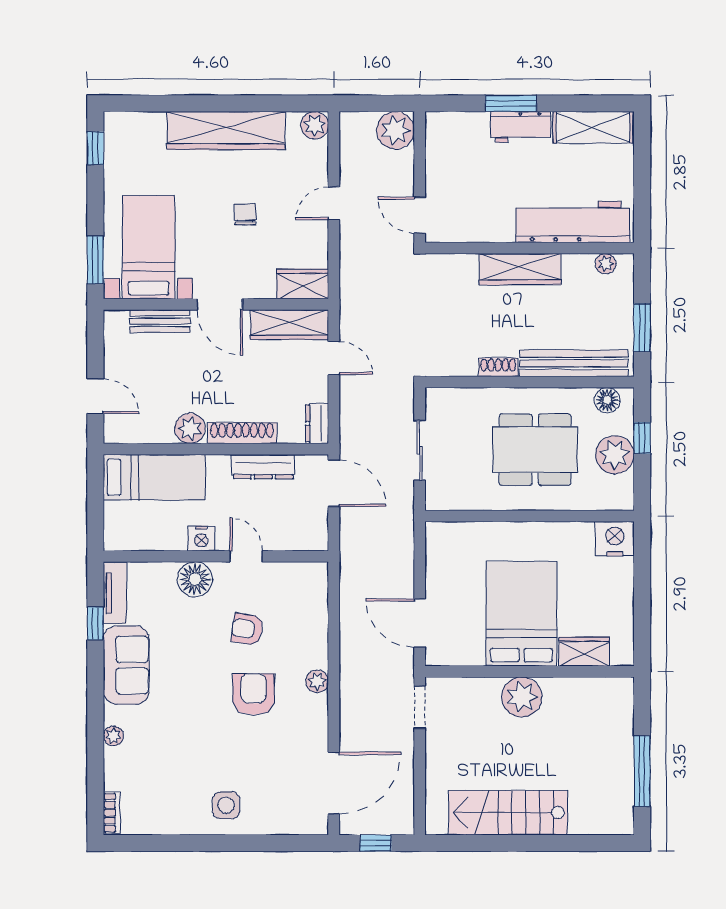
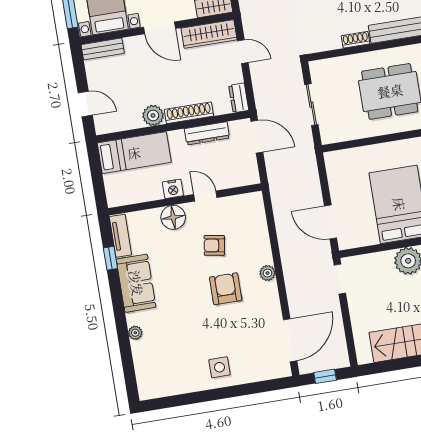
bench: (160, 321) -> (103, 49), moved
bookcase: (112, 813) -> (143, 385), removed

